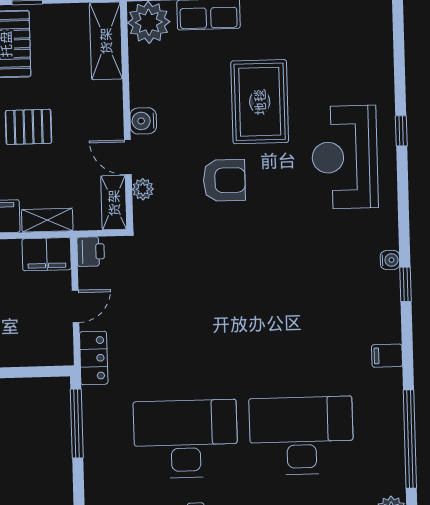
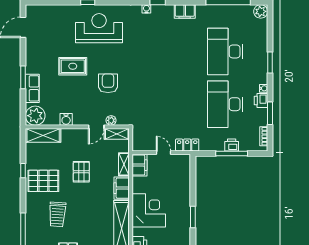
rug: (260, 102) -> (73, 66), width x0.73, depth x0.70
water cooler: (143, 121) -> (66, 119), moved
reception desk: (345, 157) -> (99, 28), turned 180
printer: (91, 252) -> (232, 145), moved
filing cabinet: (387, 356) -> (185, 11), width x2.00
window: (77, 424) -> (232, 154), moved

